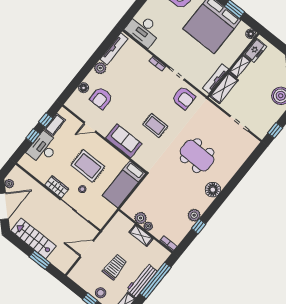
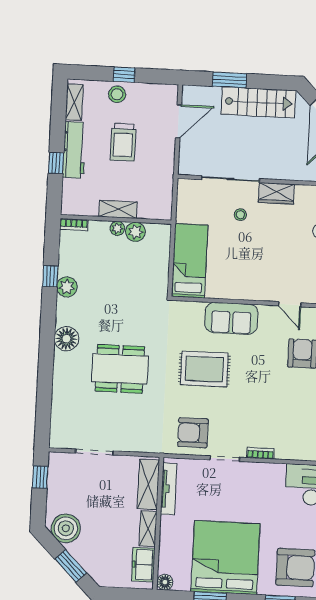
rug: (155, 125) -> (204, 369), width x1.36, depth x1.43
door: (90, 127) -> (290, 304), swing flipped
rug: (88, 166) -> (255, 251), removed
door: (87, 249) -> (178, 121), moved
window: (155, 281) -> (56, 163), width x0.32

